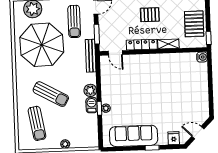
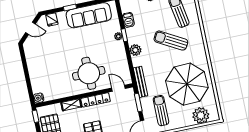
round table: (144, 74) -> (89, 73), added
barbecue: (92, 105) -> (128, 20), moved

